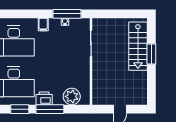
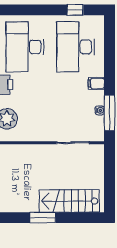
window: (151, 54) -> (43, 218), moved

